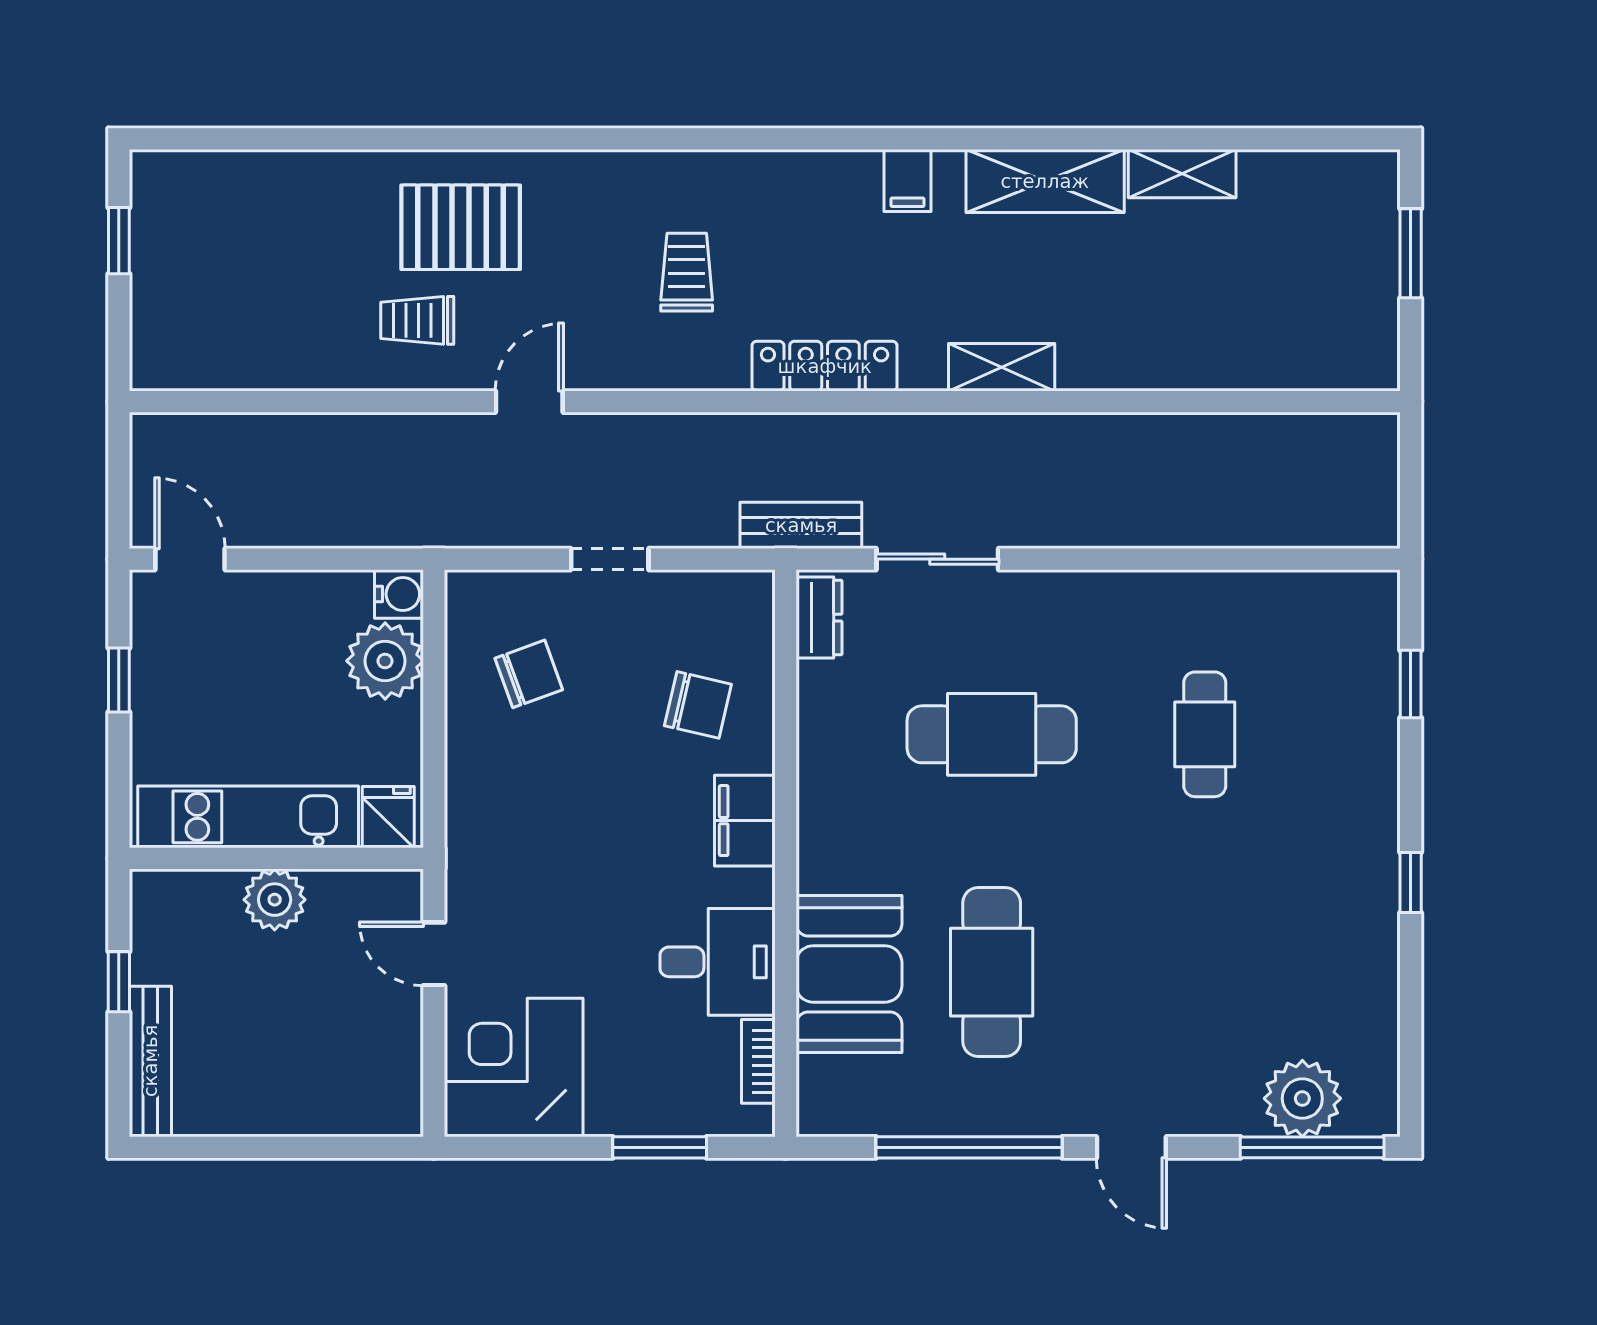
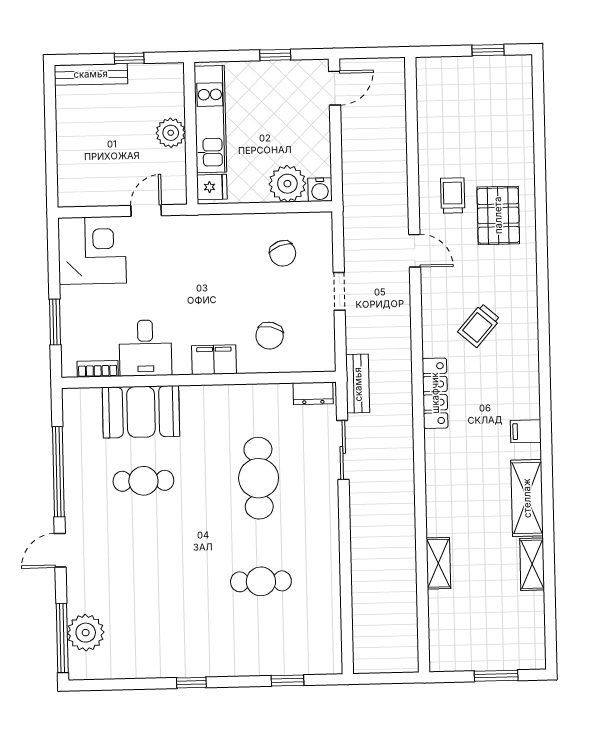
trolley: (687, 272) -> (479, 325), turned 131
shelving: (1002, 367) -> (438, 563), moved
cafe table: (992, 972) -> (143, 481), width x0.73, depth x0.74

